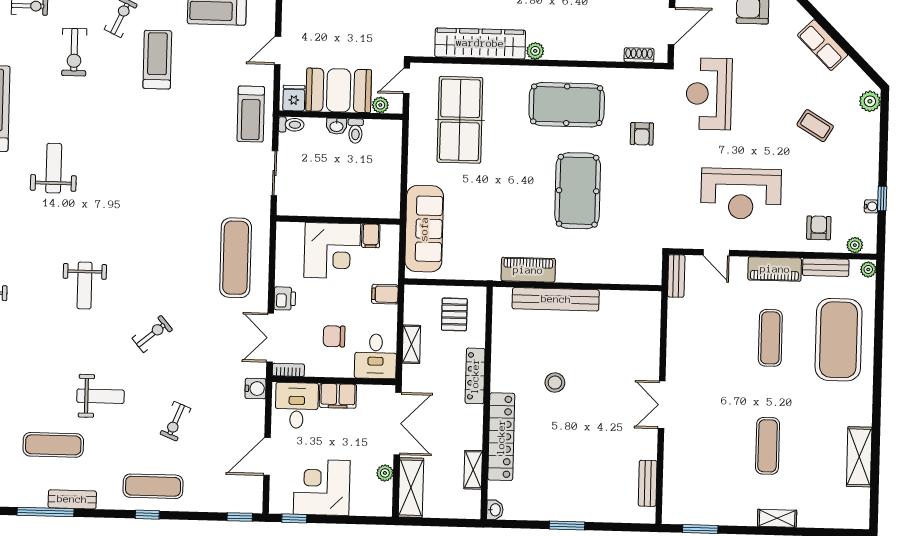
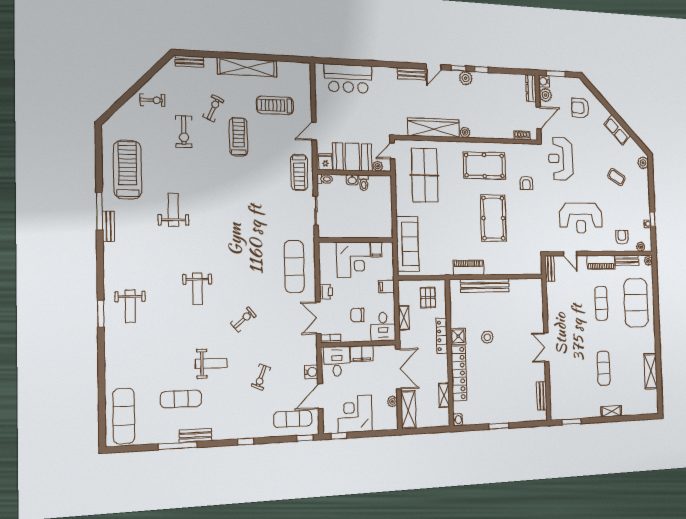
shower: (503, 378) -> (458, 336), added
water cooler: (255, 389) -> (311, 372), moved
exercise mat: (153, 486) -> (293, 419), moved

